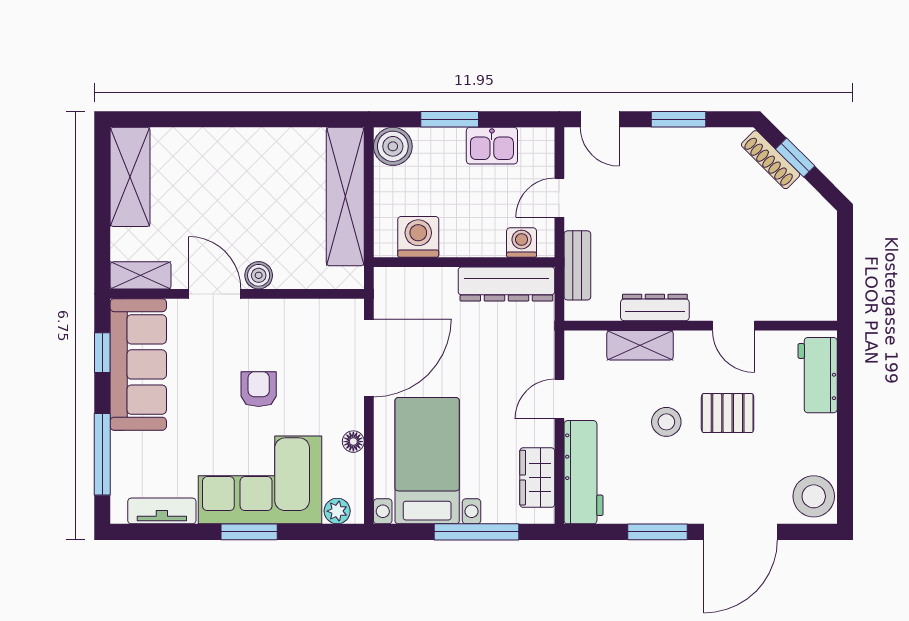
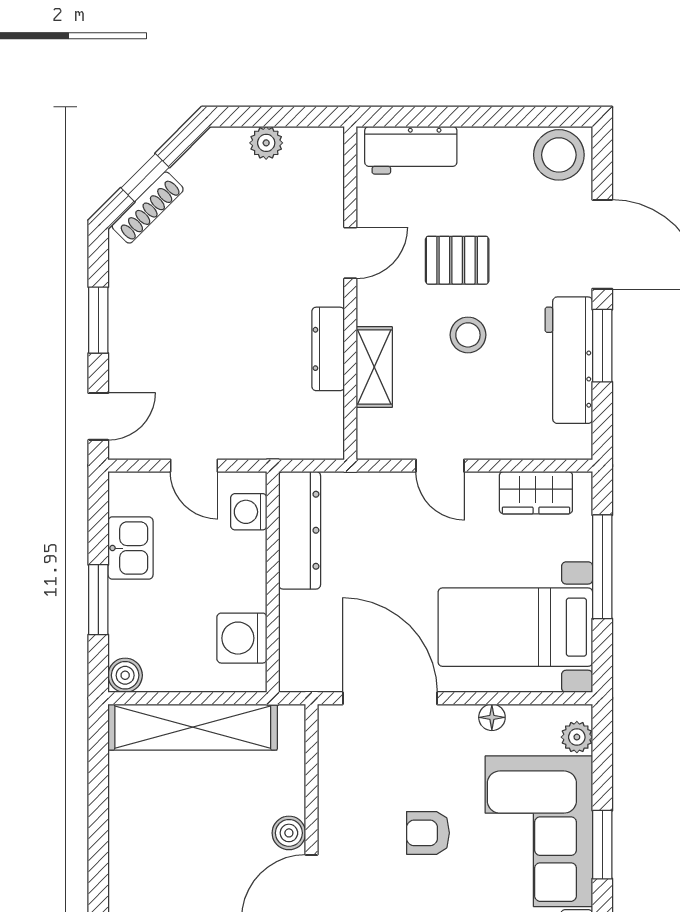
boiler: (393, 146) -> (125, 675), width x0.73, depth x0.73
plant: (824, 257) -> (266, 143), added
bench: (577, 265) -> (277, 444), removed
pallet: (728, 413) -> (457, 260), turned 90
workbench: (584, 472) -> (569, 360), moved, turned -90

